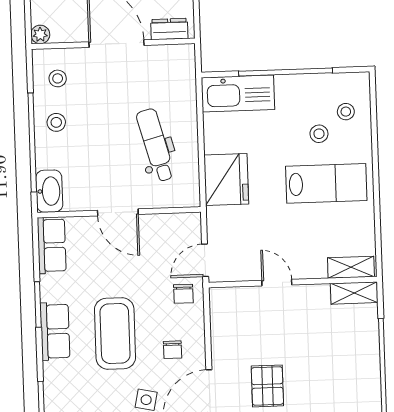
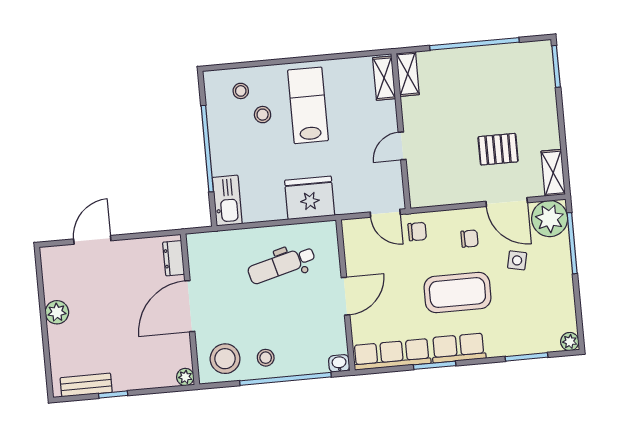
stool: (58, 78) -> (225, 359), width x1.89, depth x1.89
kitchen sink: (238, 93) -> (227, 201), width x0.73, depth x0.81
washbasin: (49, 191) -> (339, 363), width x0.52, depth x0.69
row of seats: (52, 245) -> (392, 354), width x1.48

